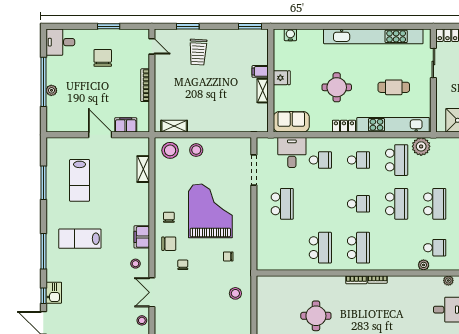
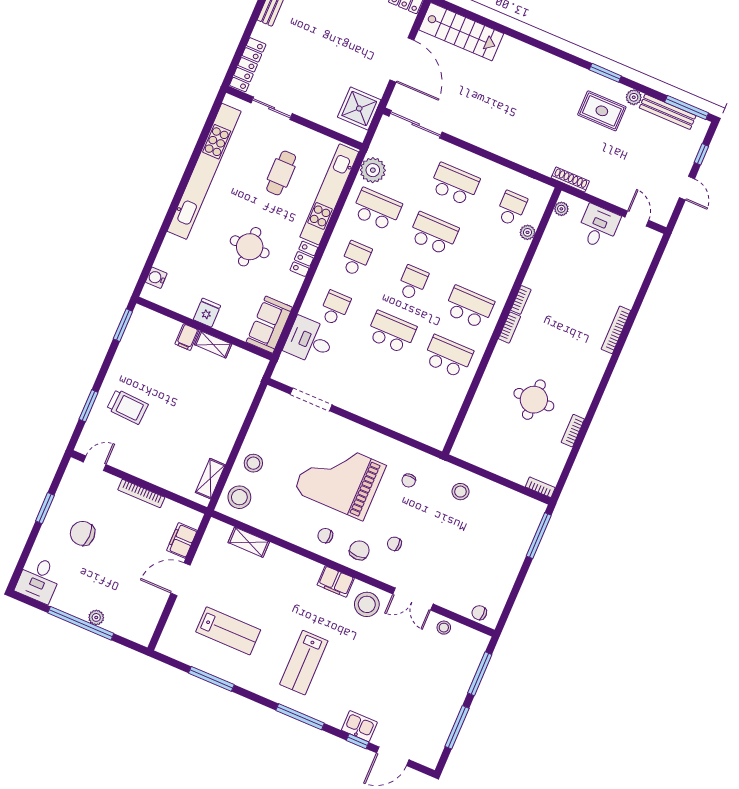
school desk: (282, 204) -> (391, 332), moved
stool: (135, 264) -> (367, 604), width x1.89, depth x1.89

